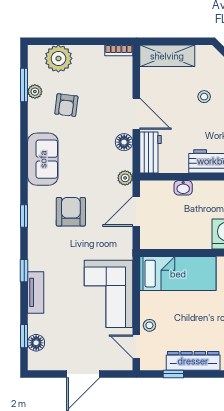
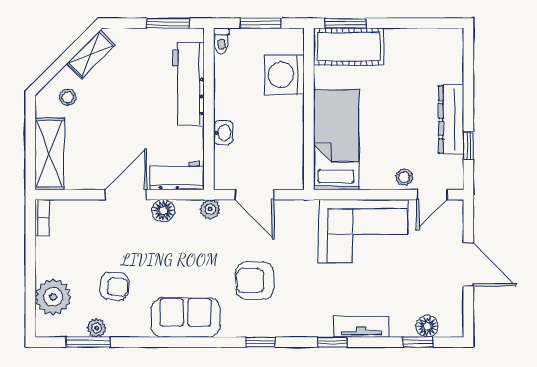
stool: (204, 97) -> (68, 97), moved

